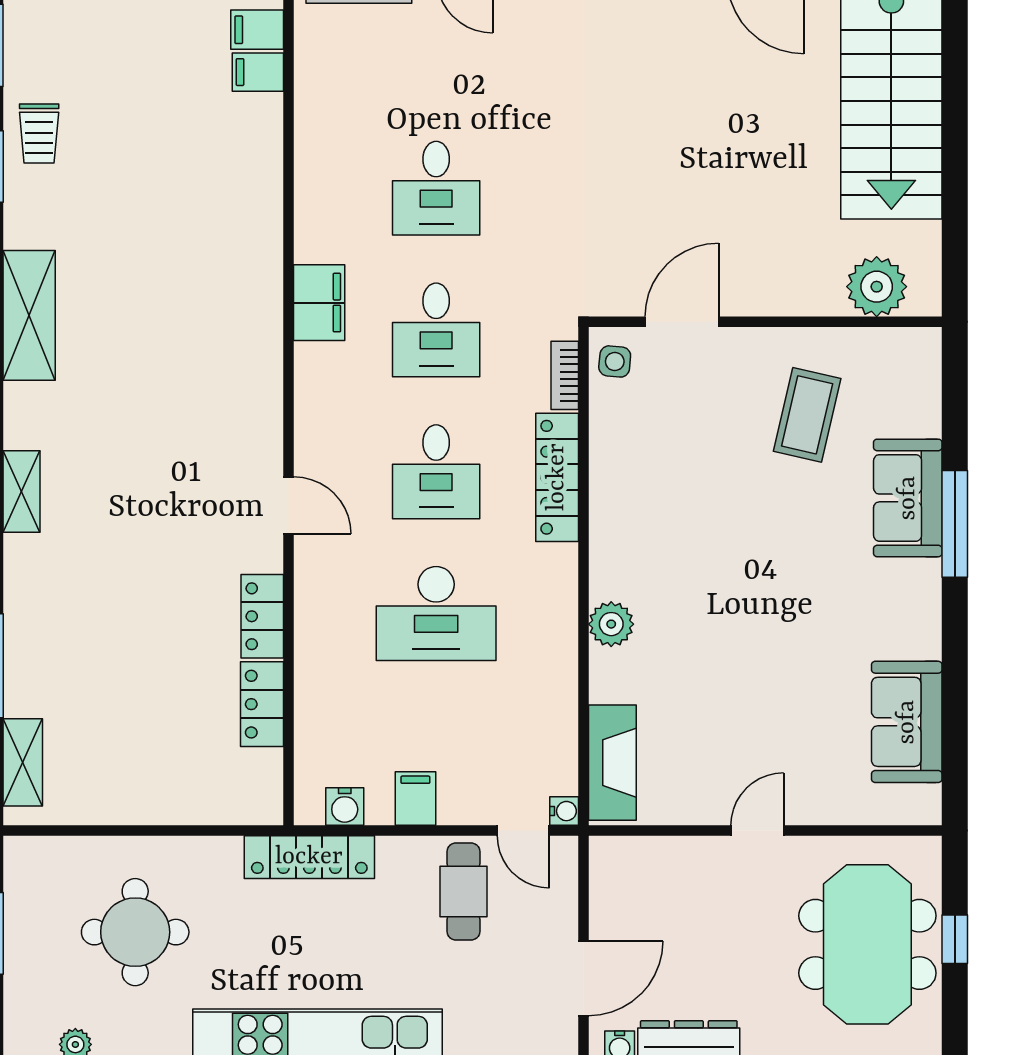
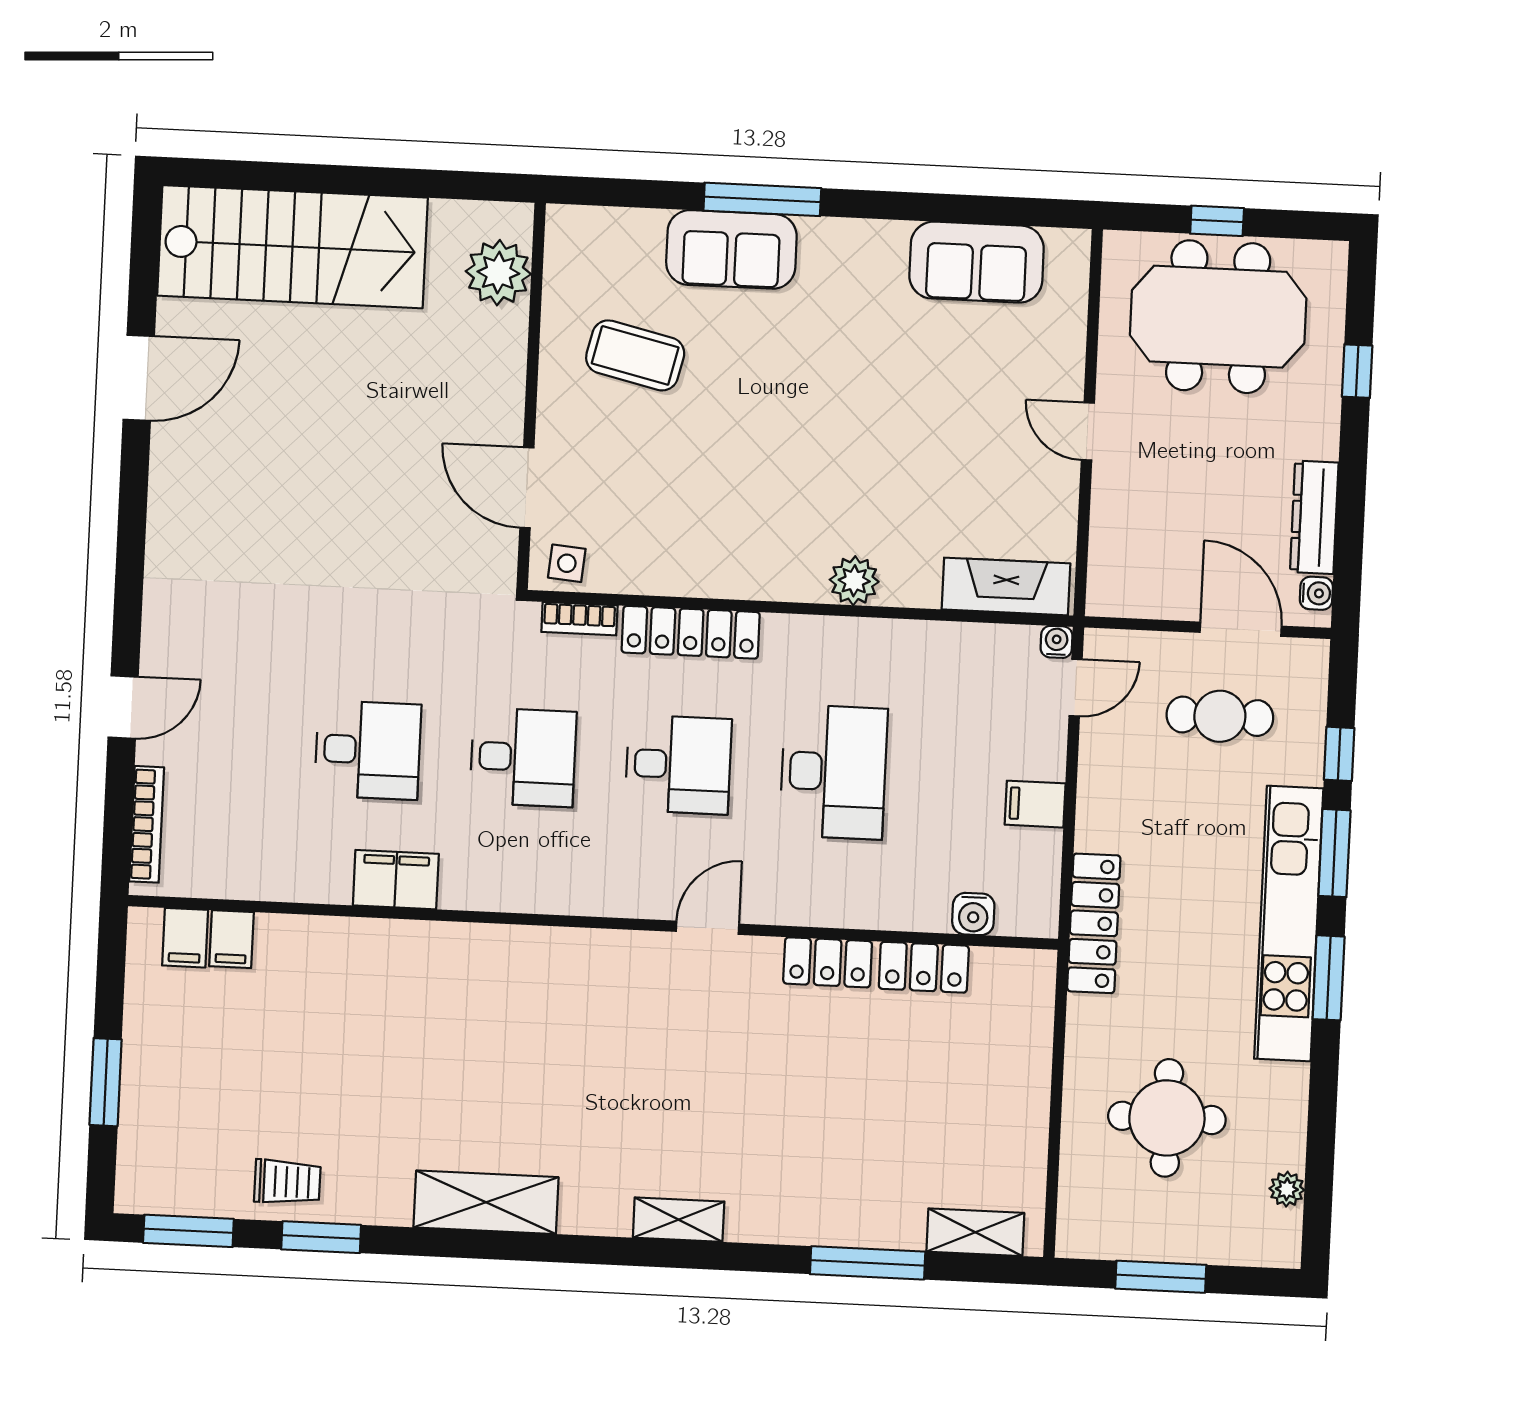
filing cabinet: (319, 303) -> (396, 880), moved
water cooler: (345, 806) -> (973, 914), moved, turned 90
cafe table: (463, 891) -> (1220, 716), moved

